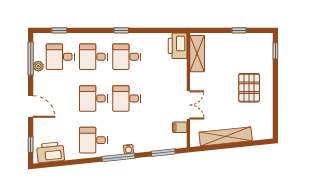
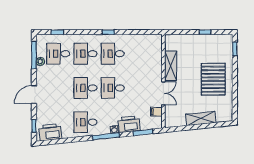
printer: (178, 46) -> (129, 124), moved, turned 84
shelving: (197, 54) -> (171, 66), moved
pallet: (249, 88) -> (213, 79), width x1.37, depth x1.41
door: (31, 106) -> (34, 95), swing flipped
shelving: (226, 136) -> (201, 118), width x0.68

